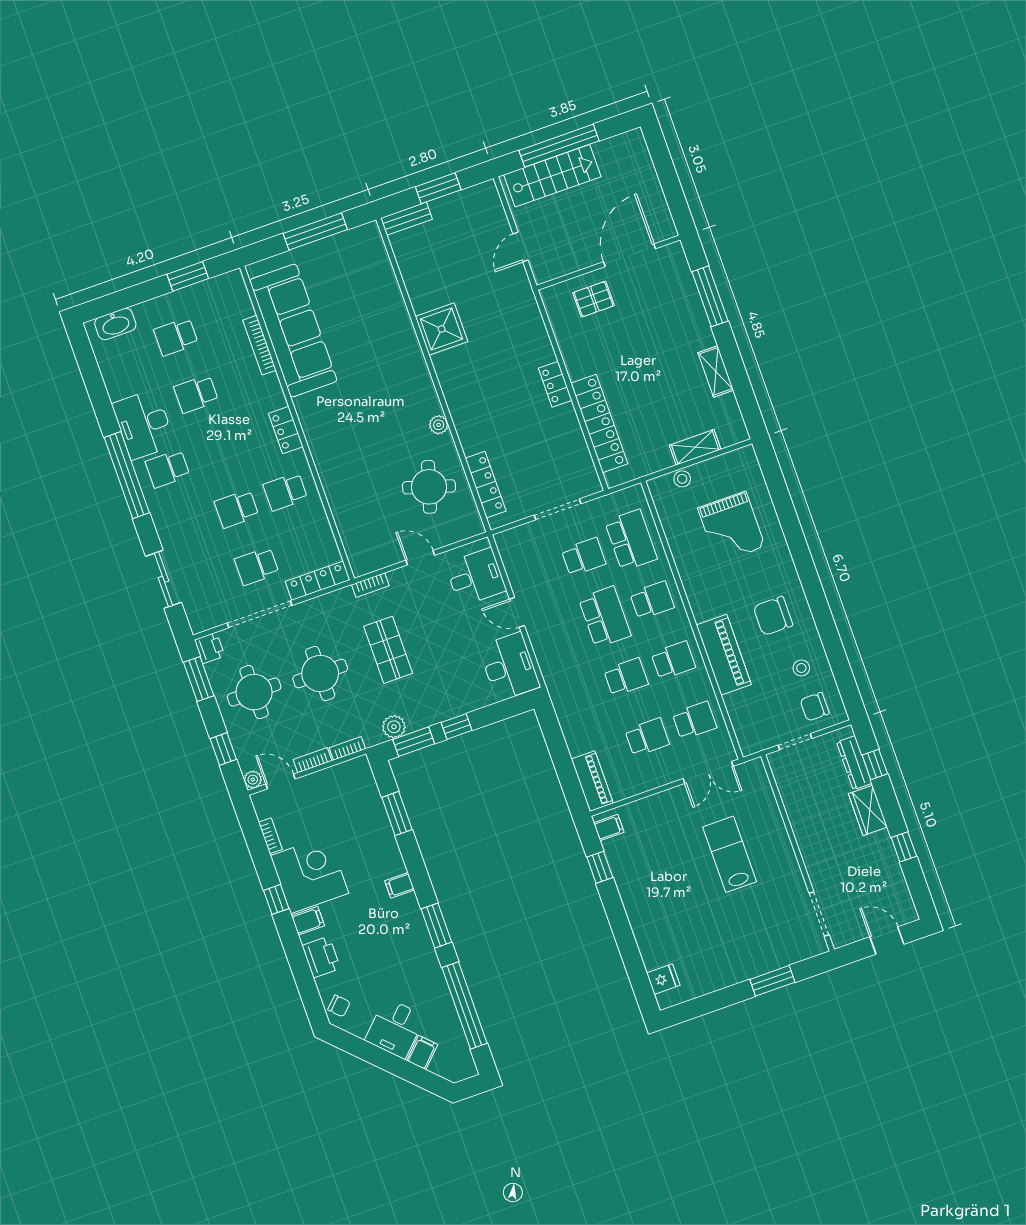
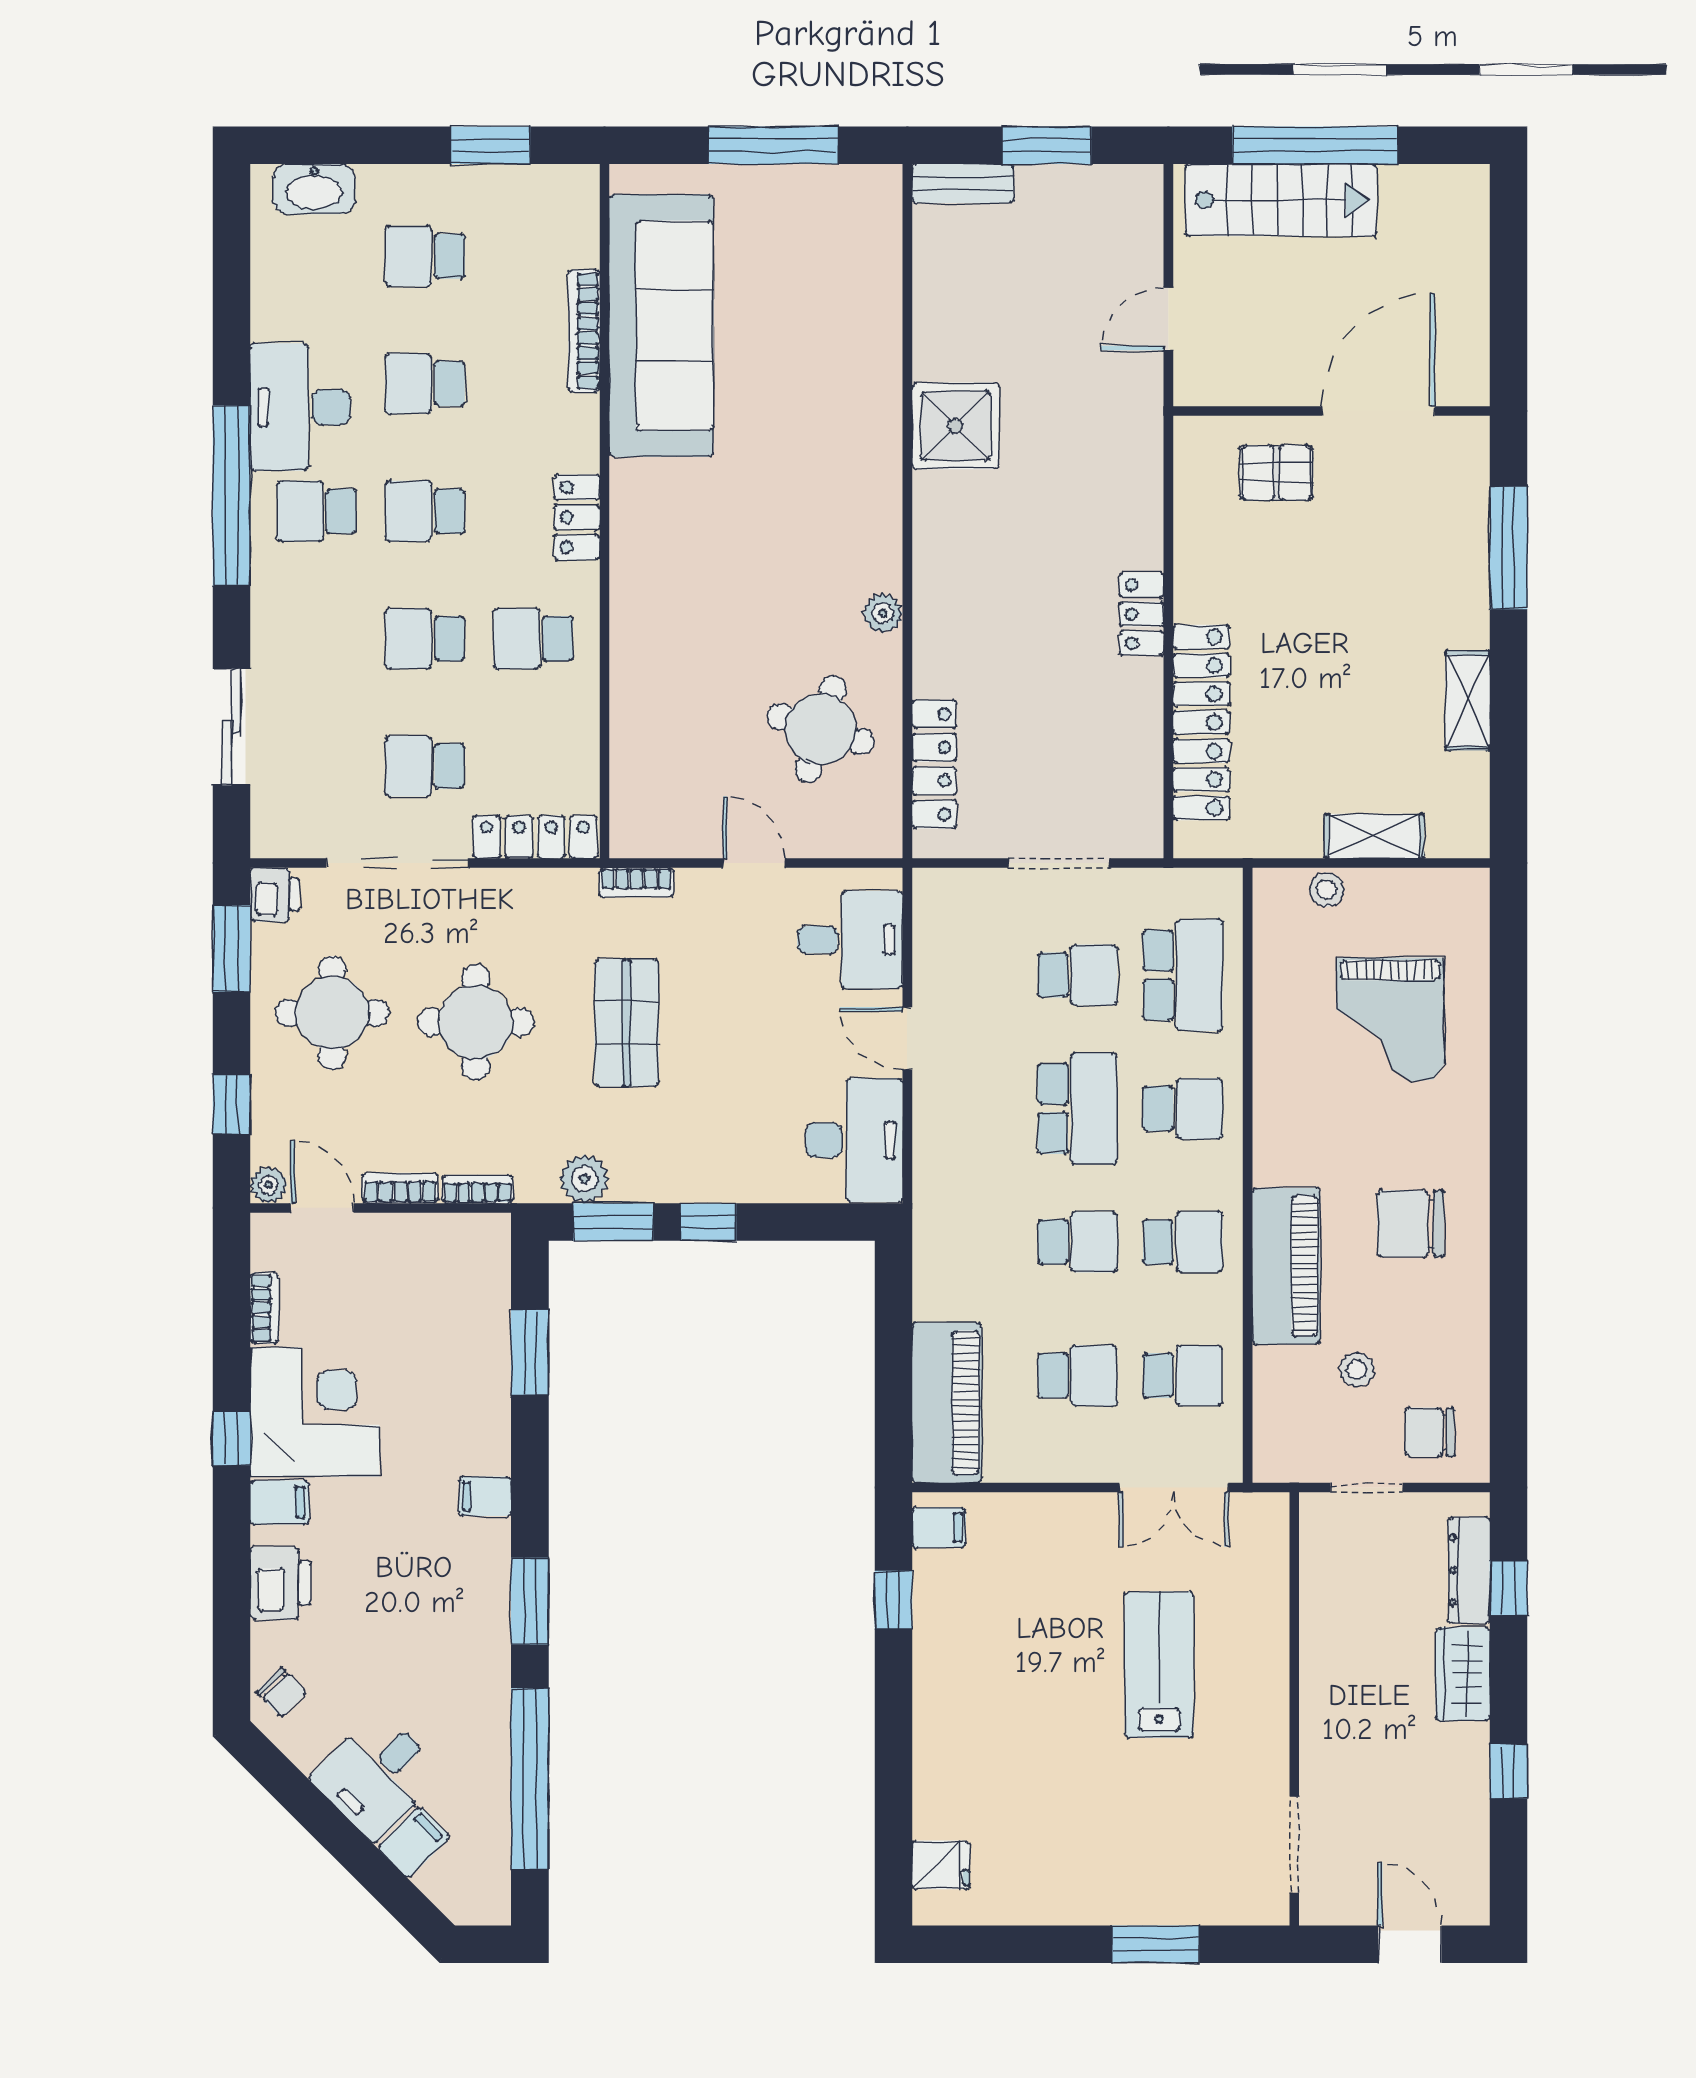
school desk: (216, 451) -> (425, 511), added
stool: (801, 668) -> (1357, 1370), moved
piano: (592, 781) -> (947, 1403), width x1.37, depth x1.33

